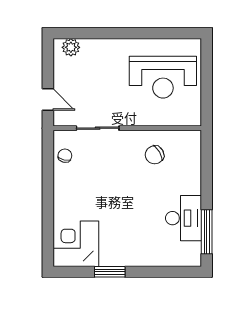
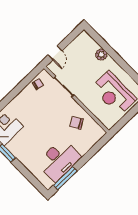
plant: (71, 47) -> (101, 55), moved
desk: (184, 218) -> (59, 160), width x1.36, depth x1.30

